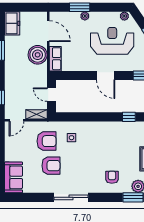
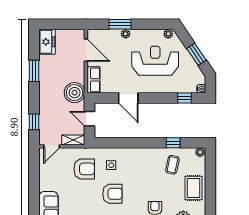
boiler: (38, 55) -> (75, 93), moved
door: (106, 75) -> (128, 98), moved
coffee table: (128, 137) -> (172, 165), added
armchair: (51, 166) -> (112, 194), moved

